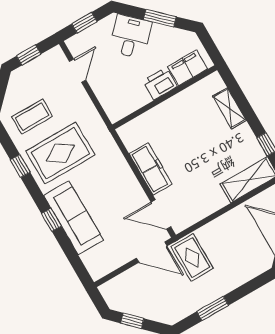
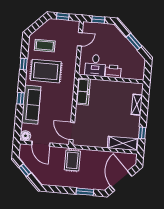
desk: (131, 37) -> (95, 65), moved, turned 136
filing cabinet: (188, 68) -> (131, 73), removed
freezer: (151, 169) -> (83, 91), moved
door: (152, 252) -> (41, 144), moved
floor lamp: (97, 270) -> (25, 136), added
window: (213, 308) -> (85, 192), moved

